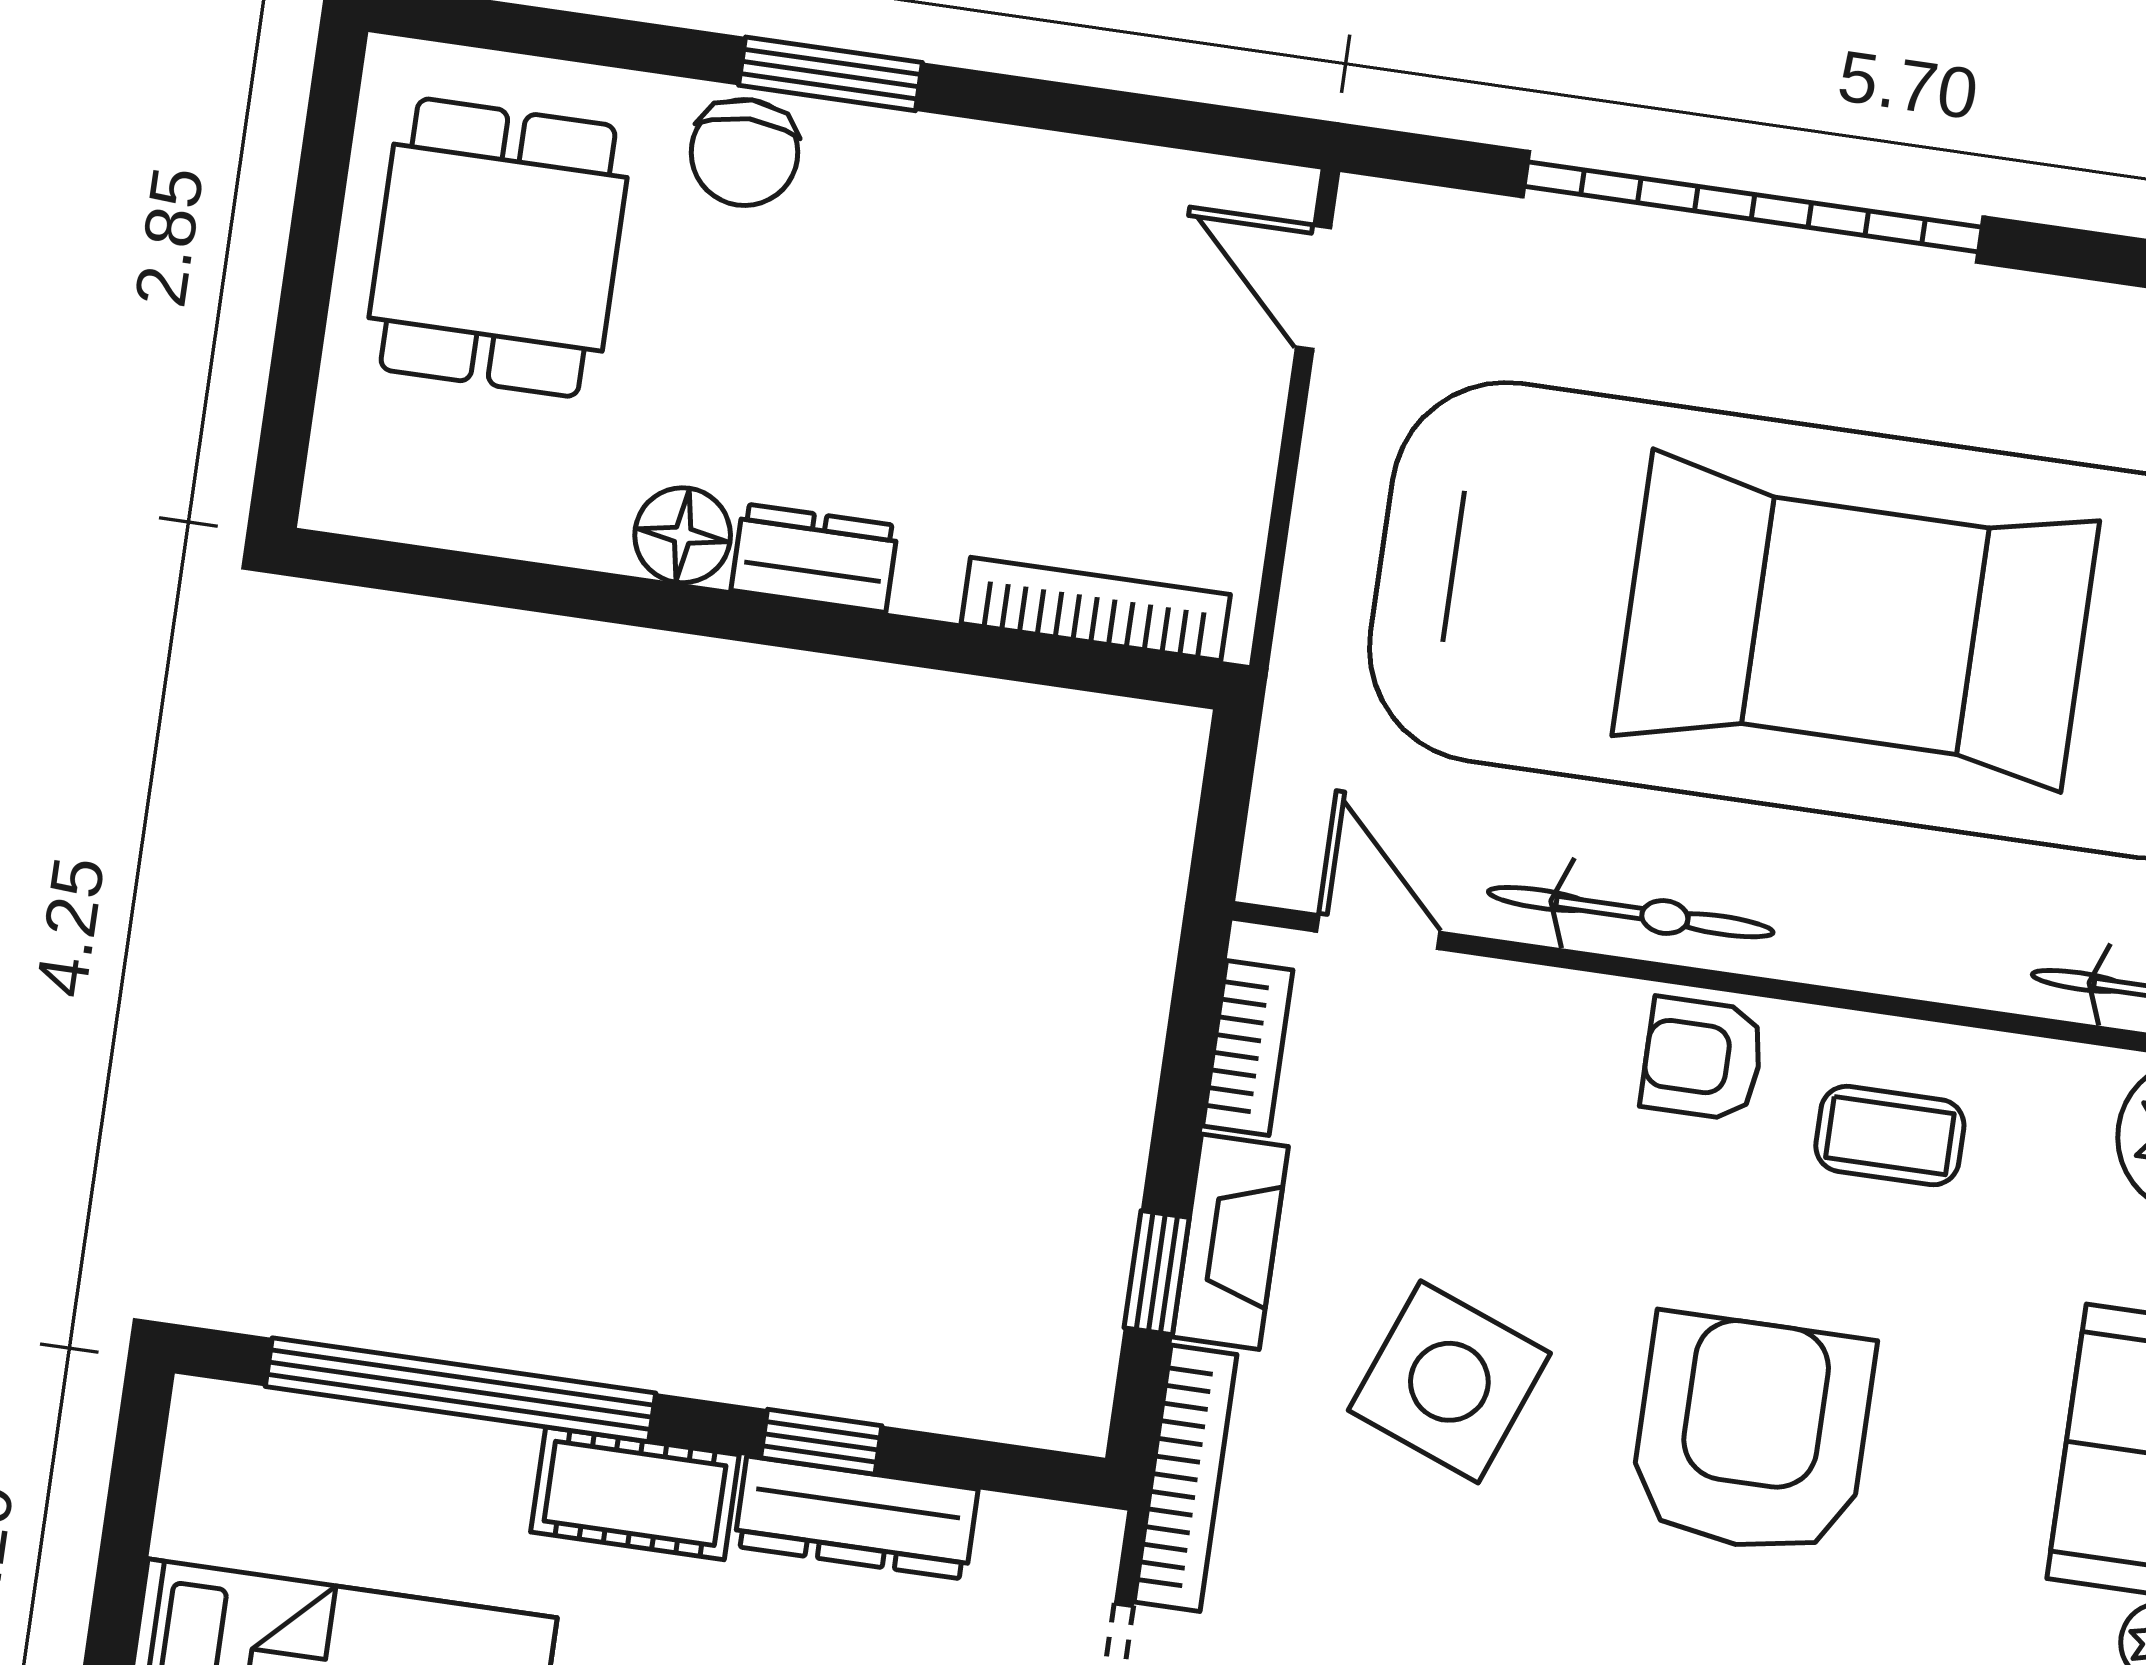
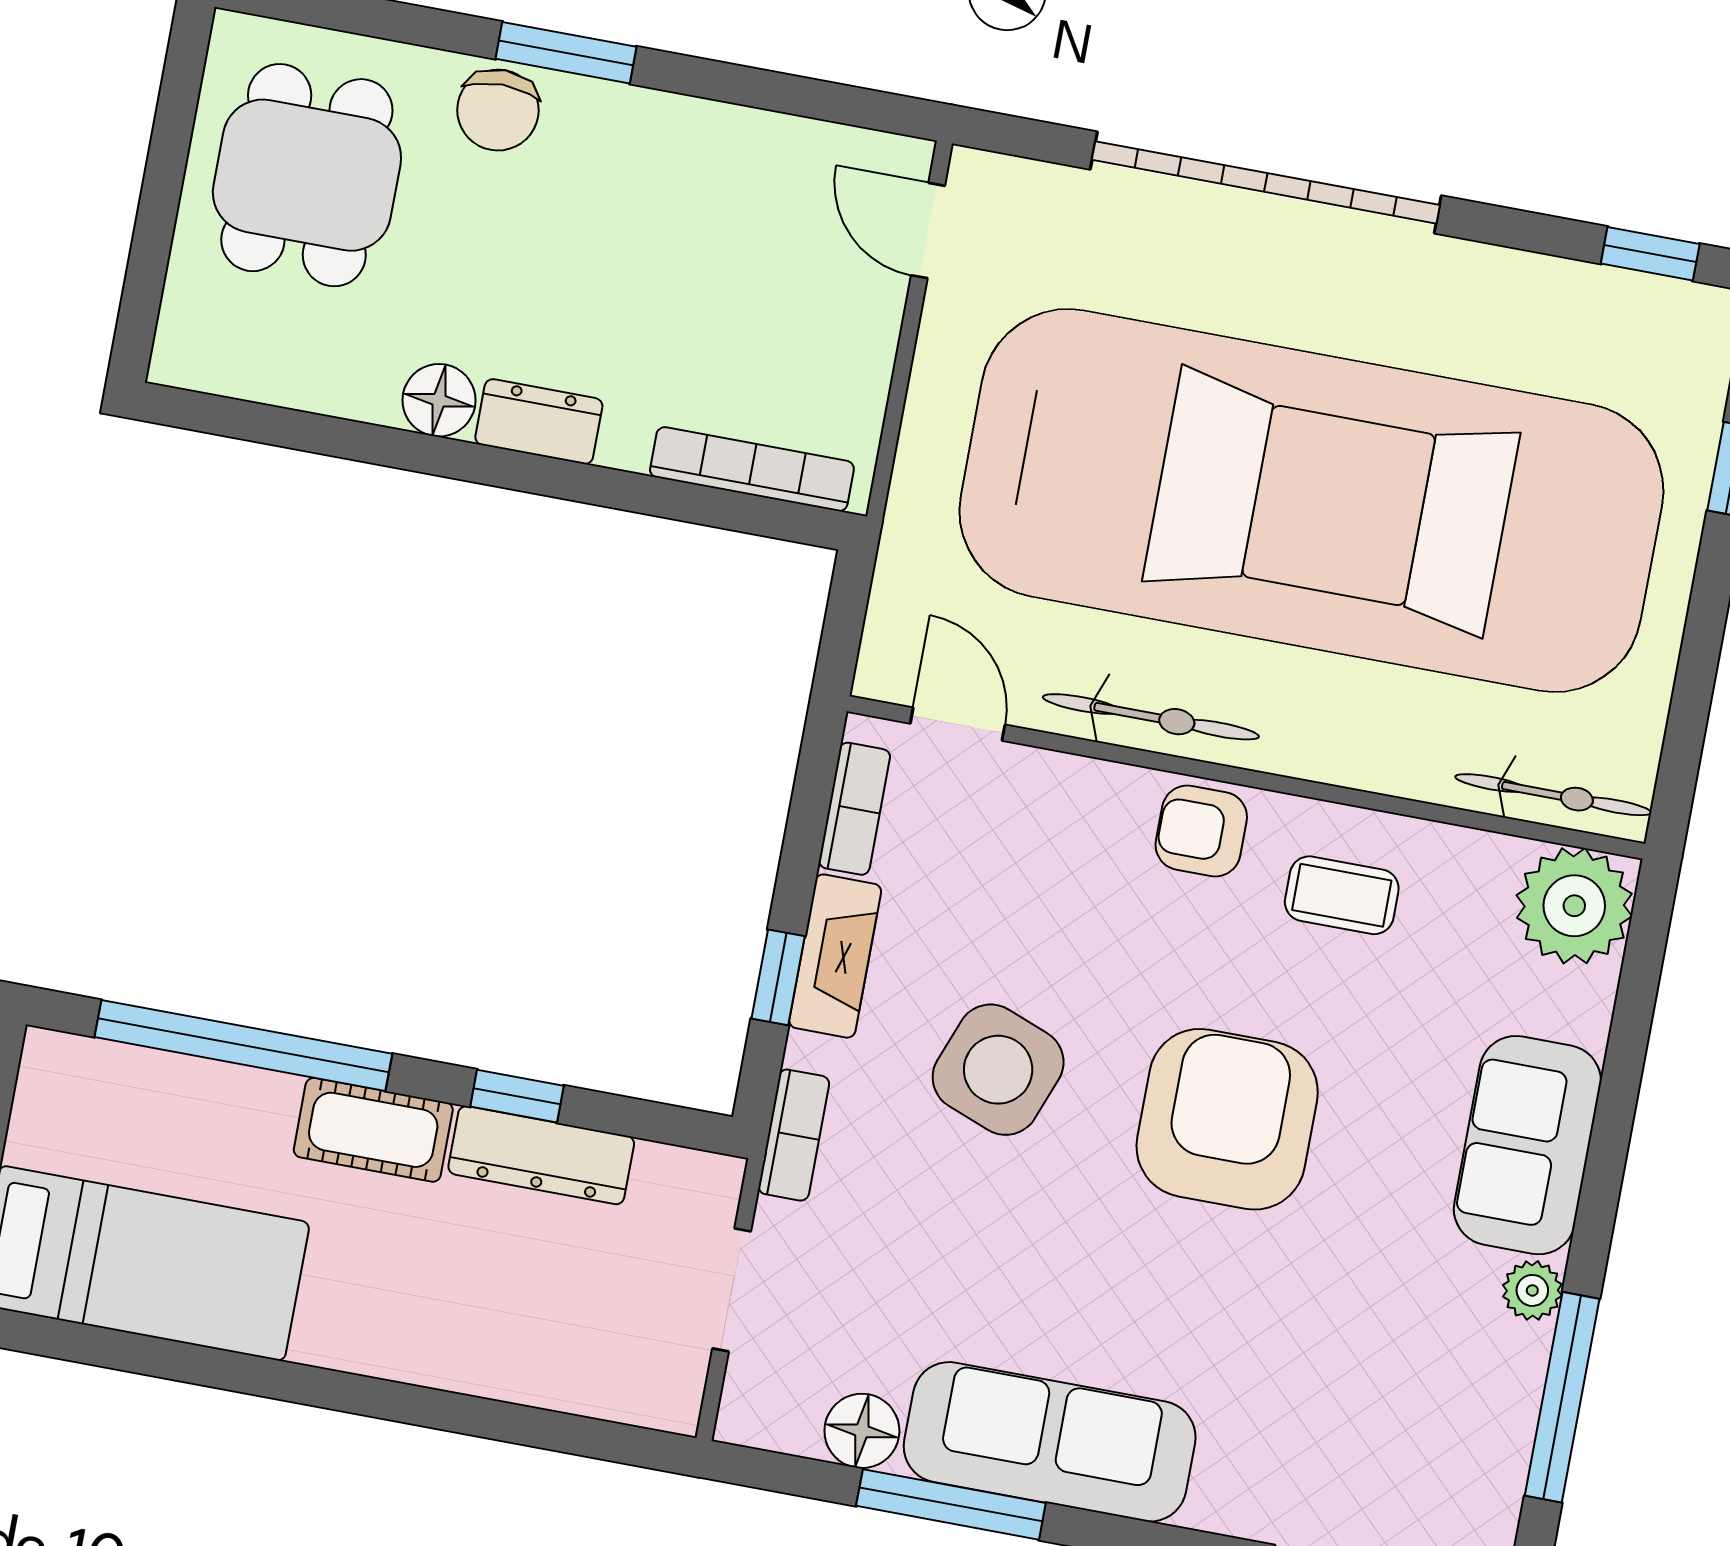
bookcase: (1186, 1478) -> (794, 1135), width x0.64

